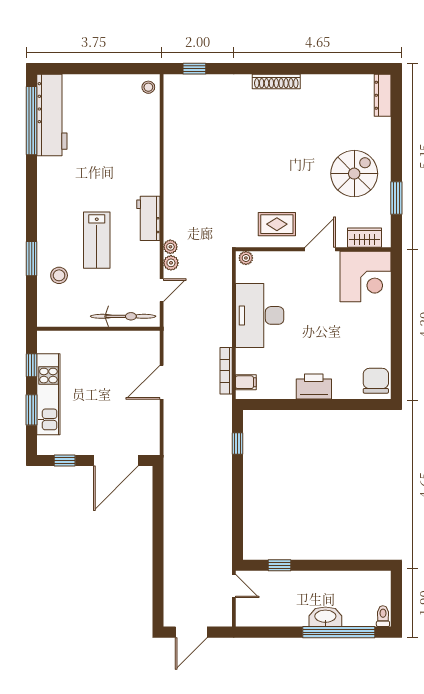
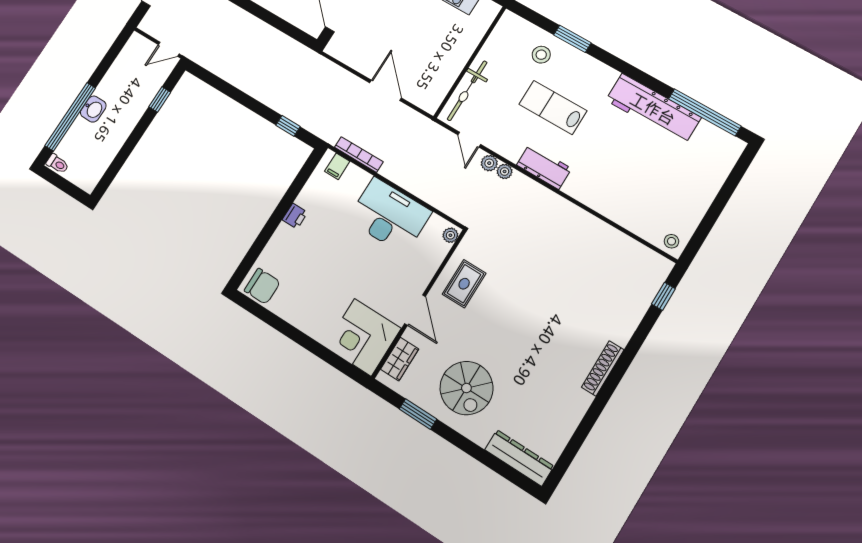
dresser: (383, 95) -> (519, 458), width x1.37, depth x1.24
workbench: (52, 115) -> (653, 109), moved
printer: (314, 387) -> (295, 216), width x0.53, depth x0.68
washbasin: (325, 617) -> (93, 109), width x0.72

